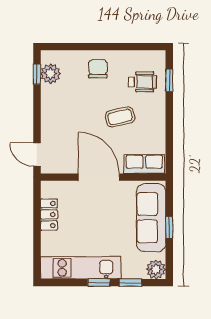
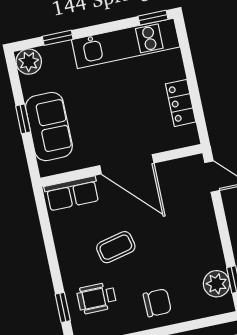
chair: (98, 69) -> (157, 303), turned -91
sofa: (151, 218) -> (49, 127), width x0.73
window: (99, 283) -> (153, 18), moved

